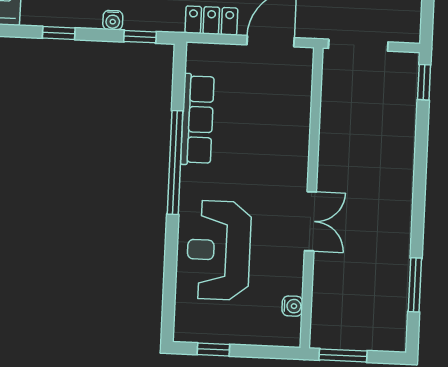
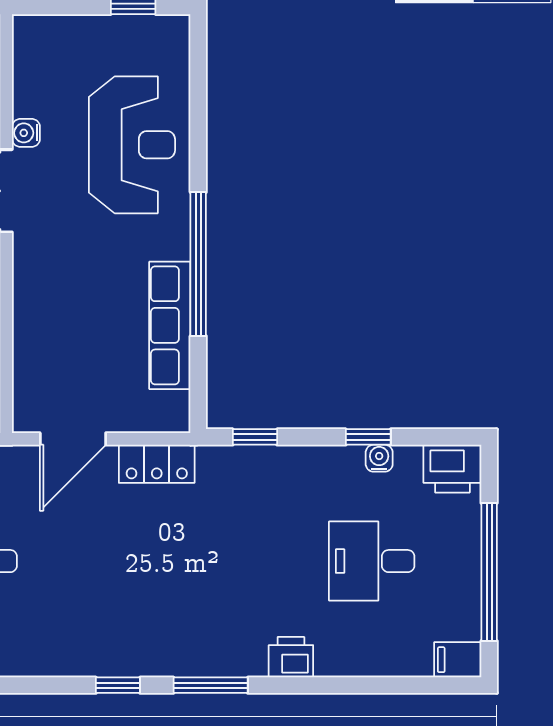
water cooler: (113, 20) -> (379, 458), moved
water cooler: (292, 306) -> (26, 133), moved

